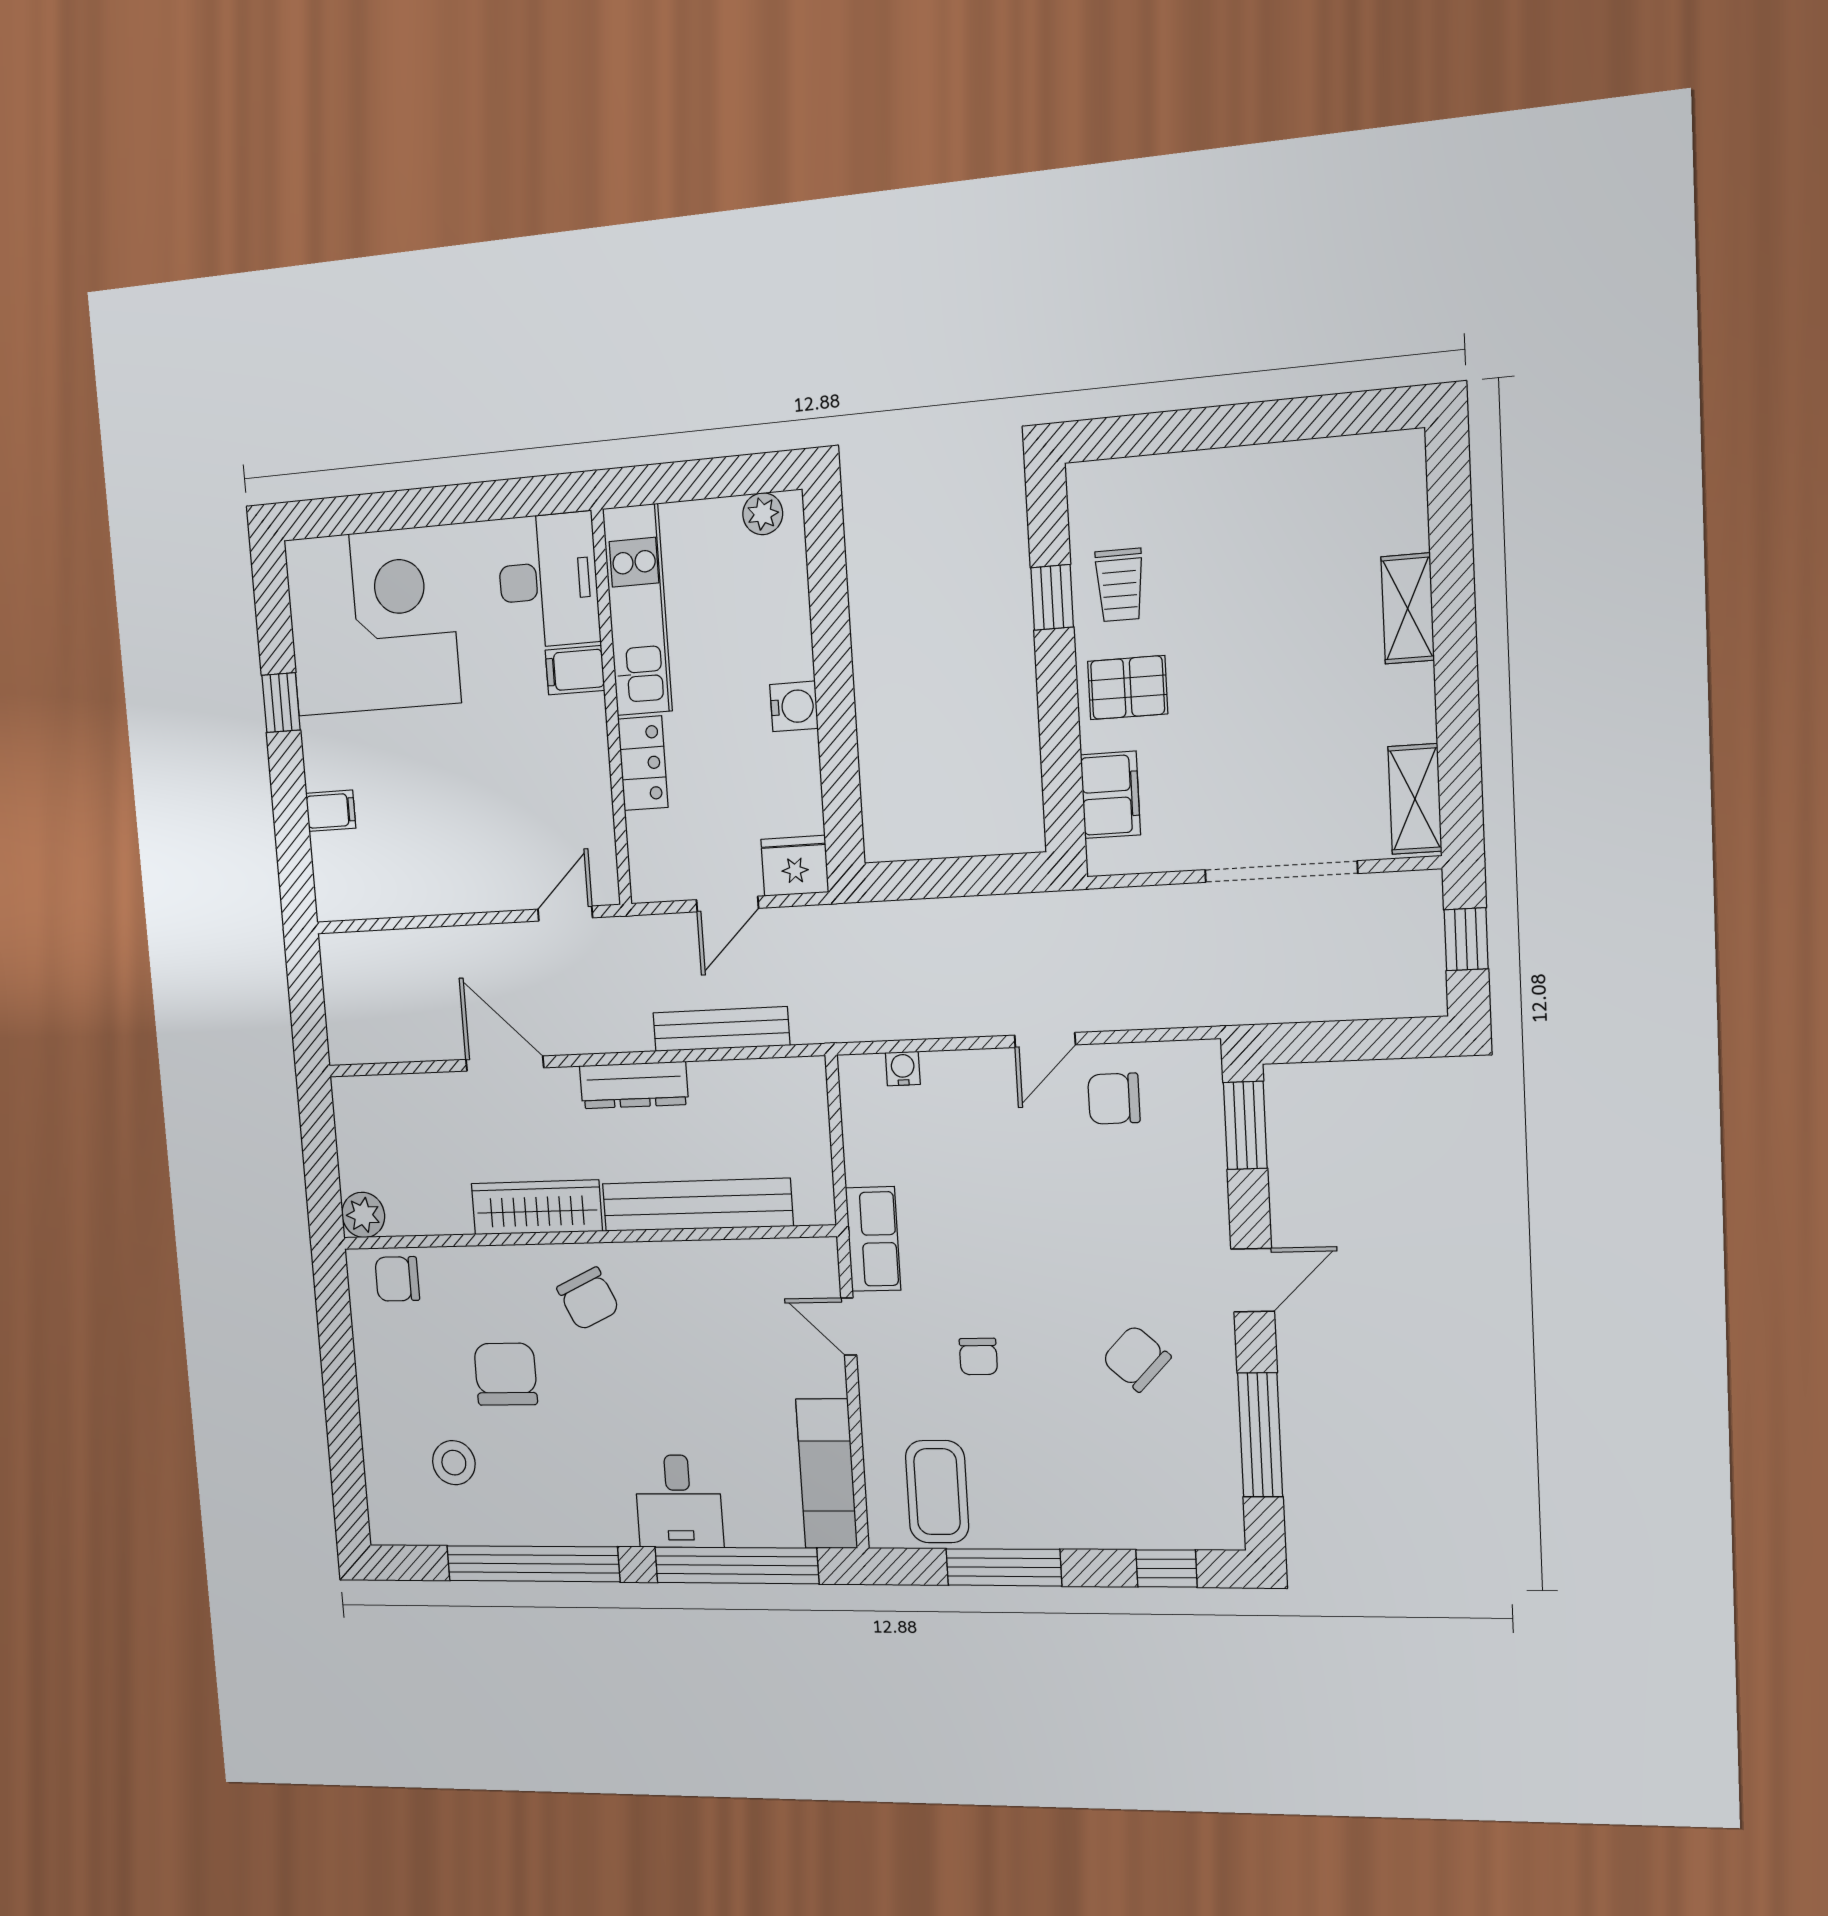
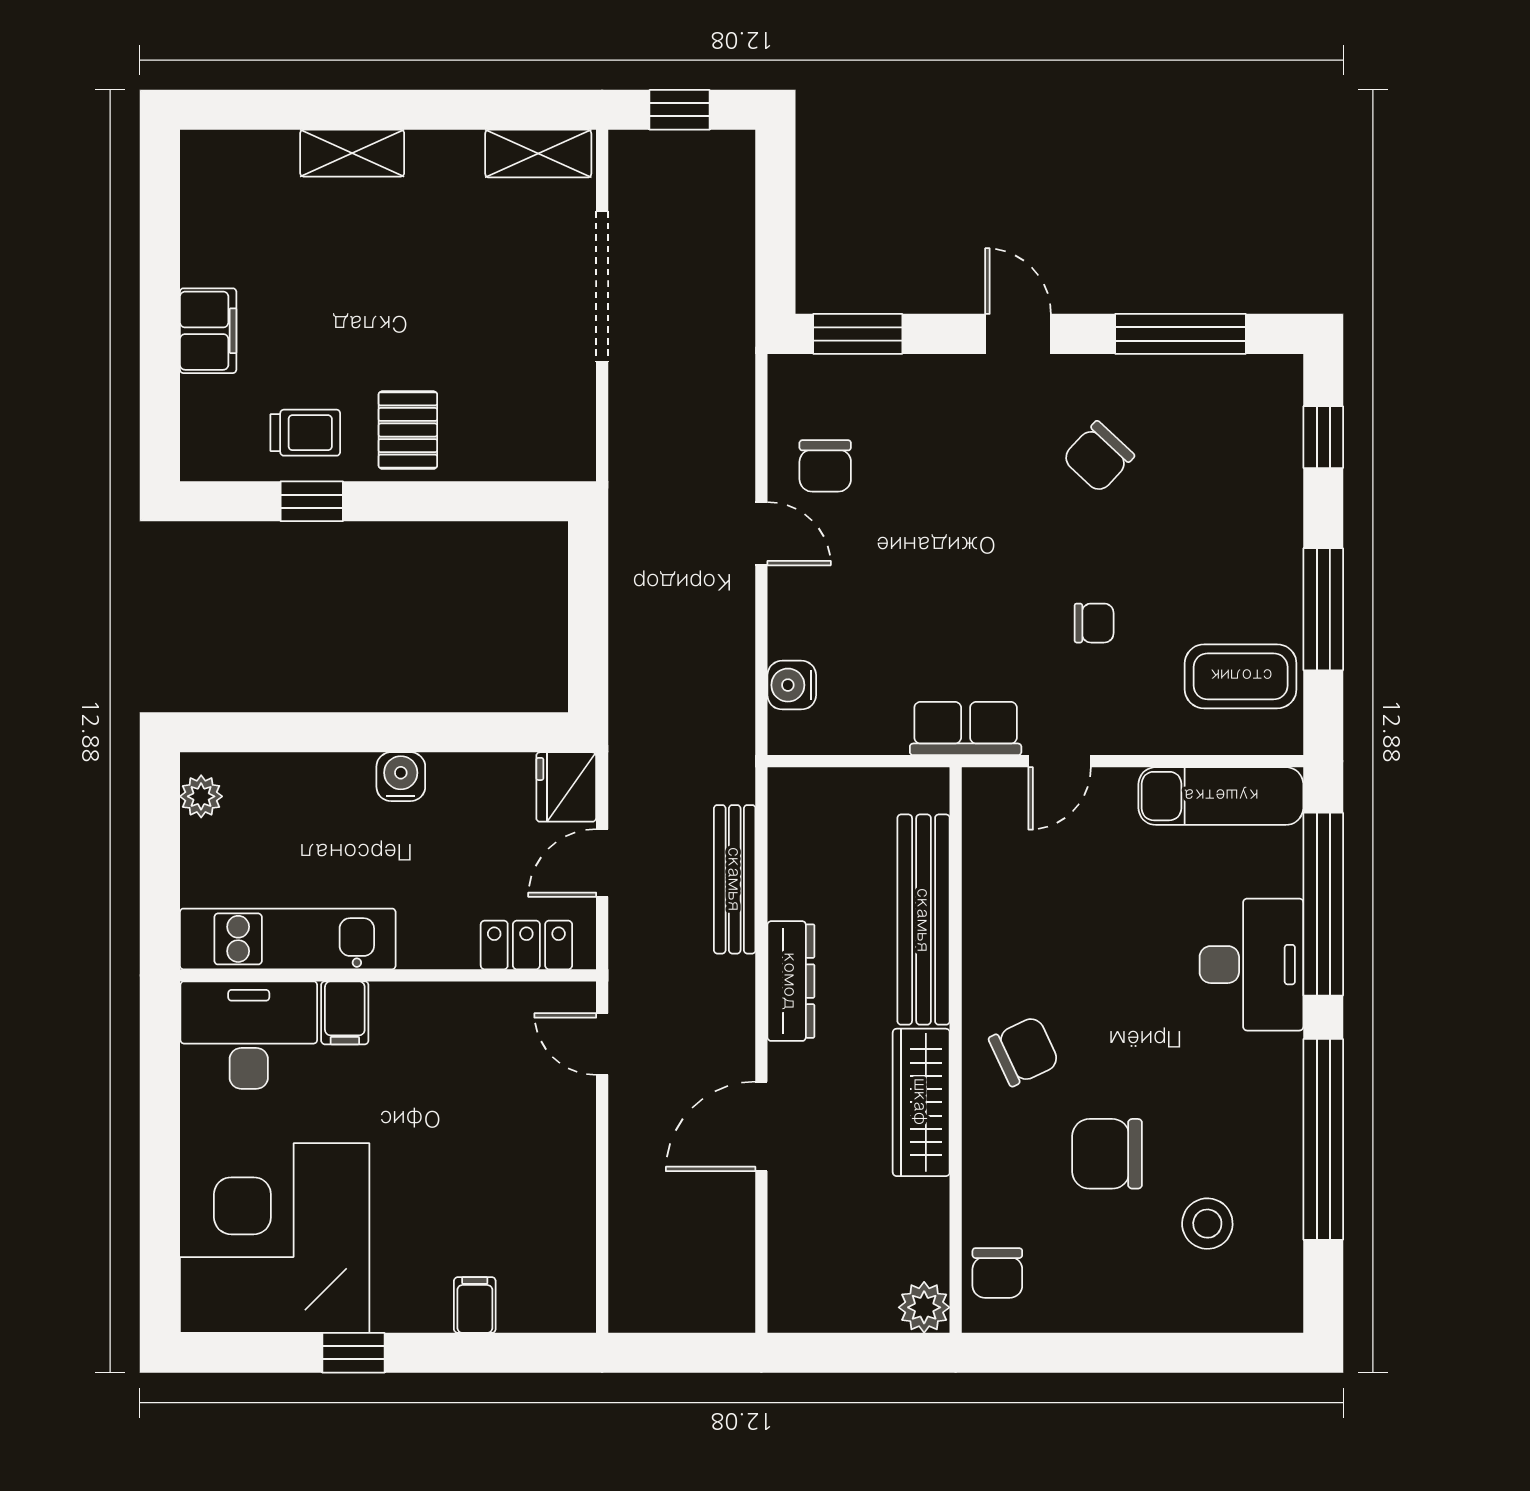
locker: (643, 763) -> (526, 945), moved
filing cabinet: (1110, 795) -> (208, 331), moved, turned 90
door: (727, 904) -> (602, 863), swing flipped
water cooler: (903, 1069) -> (792, 685), width x1.38, depth x1.38
desk: (679, 1501) -> (1251, 965), width x1.37

